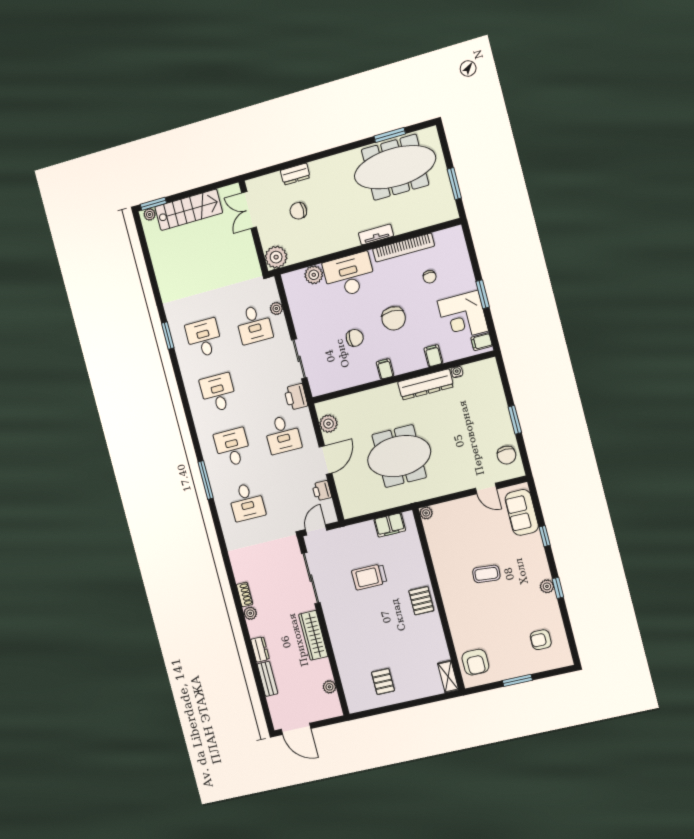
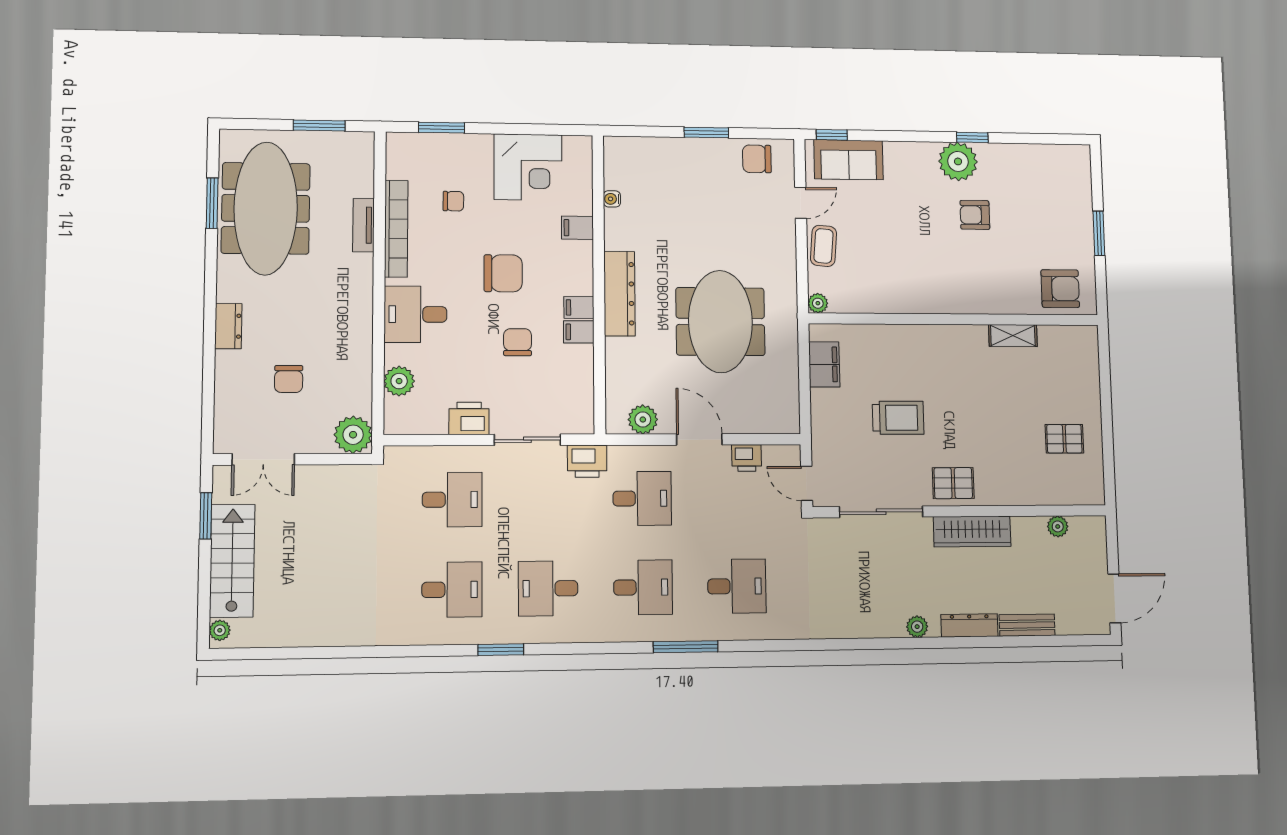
dresser: (295, 174) -> (228, 326), moved
window: (153, 204) -> (206, 516), moved
tv unit: (376, 234) -> (364, 225), moved
desk: (349, 275) -> (415, 314), width x0.73
window: (483, 294) -> (441, 128), moved
plant: (276, 308) -> (436, 456), removed
printer: (303, 321) -> (469, 418), added
window: (168, 336) -> (501, 650), moved
desk: (204, 338) -> (452, 590), turned 180
filing cabinet: (482, 342) -> (579, 332), moved, turned 90
dresser: (426, 384) -> (619, 294), moved
desk: (232, 447) -> (643, 587), turned 180
chair: (507, 455) -> (757, 159), turned 180
window: (545, 536) -> (832, 135), moved
coffee table: (486, 574) -> (824, 246), moved
trolley: (369, 577) -> (898, 418), turned -90
plant: (547, 586) -> (958, 161), width x1.88, depth x1.88
shoe rack: (245, 595) -> (885, 629), removed
pallet: (421, 601) -> (953, 483), moved
armchair: (541, 640) -> (975, 215), moved, turned 90
dresser: (260, 649) -> (970, 625), width x1.44
shelving: (448, 677) -> (1013, 335), moved

